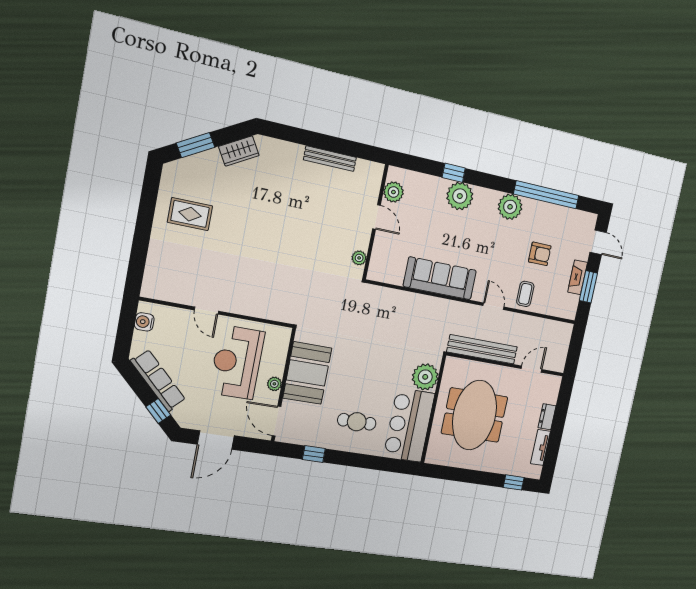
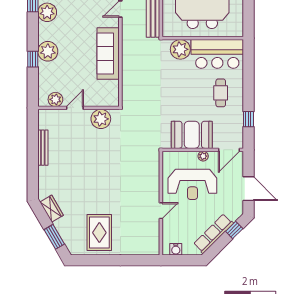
rug: (190, 214) -> (99, 233), width x1.36, depth x1.43
plant: (359, 258) -> (101, 119), width x1.88, depth x1.88

